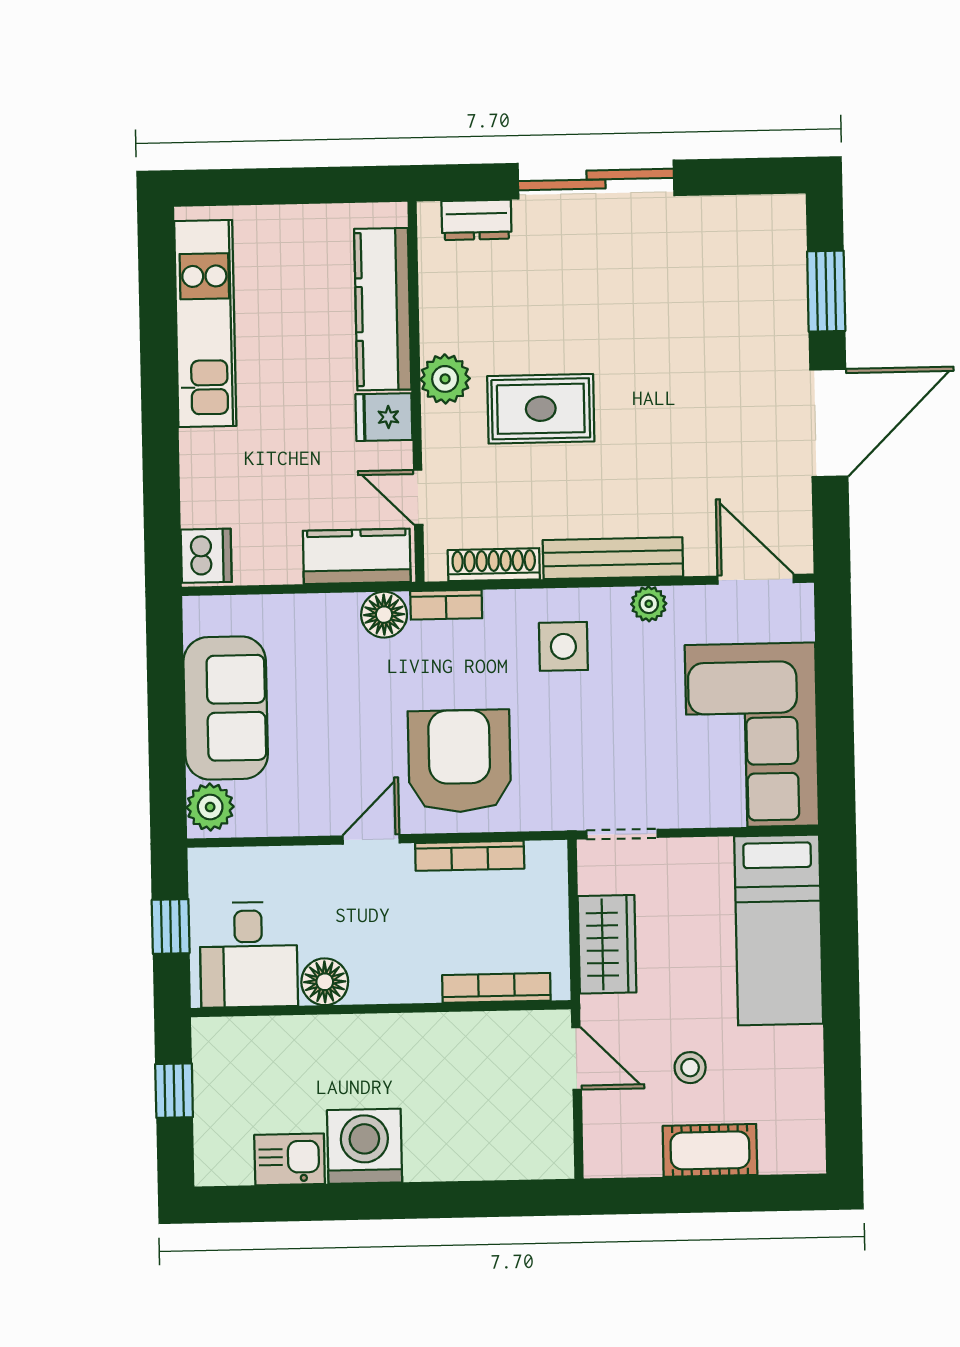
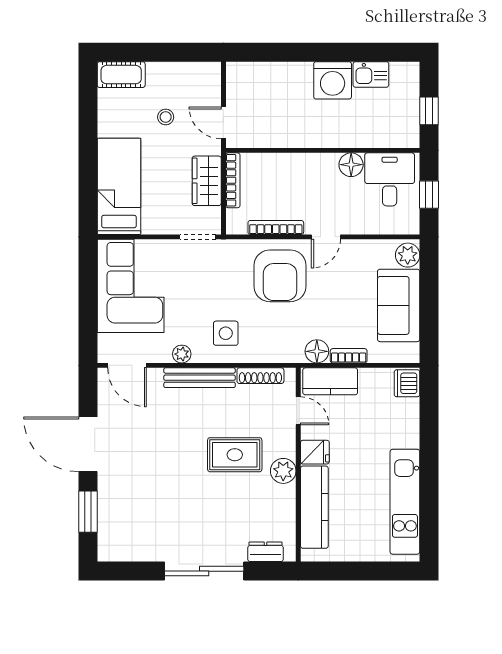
door: (829, 423) -> (88, 444), hinge flipped
bookcase: (446, 605) -> (349, 356), moved
bookcase: (496, 988) -> (233, 180), moved, turned -90
cot: (710, 1150) -> (121, 75), moved

